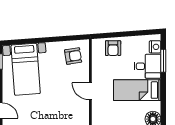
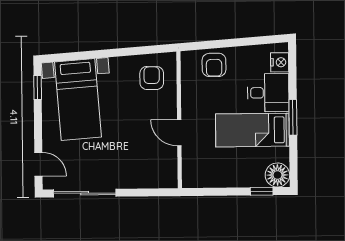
armchair: (73, 56) -> (152, 78), turned -81
window: (163, 61) -> (293, 117), moved

